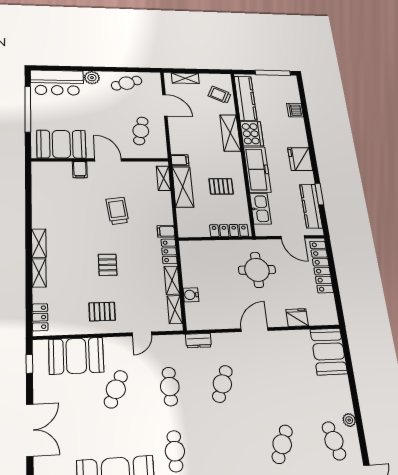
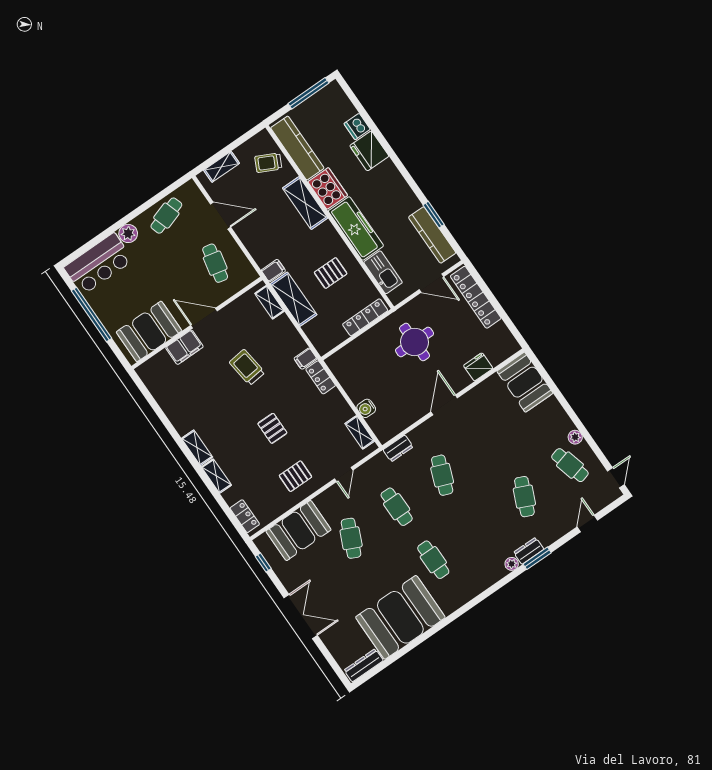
fridge: (300, 159) -> (369, 151), moved
filing cabinet: (80, 170) -> (184, 347), width x2.00
shelving: (172, 280) -> (340, 405), removed

